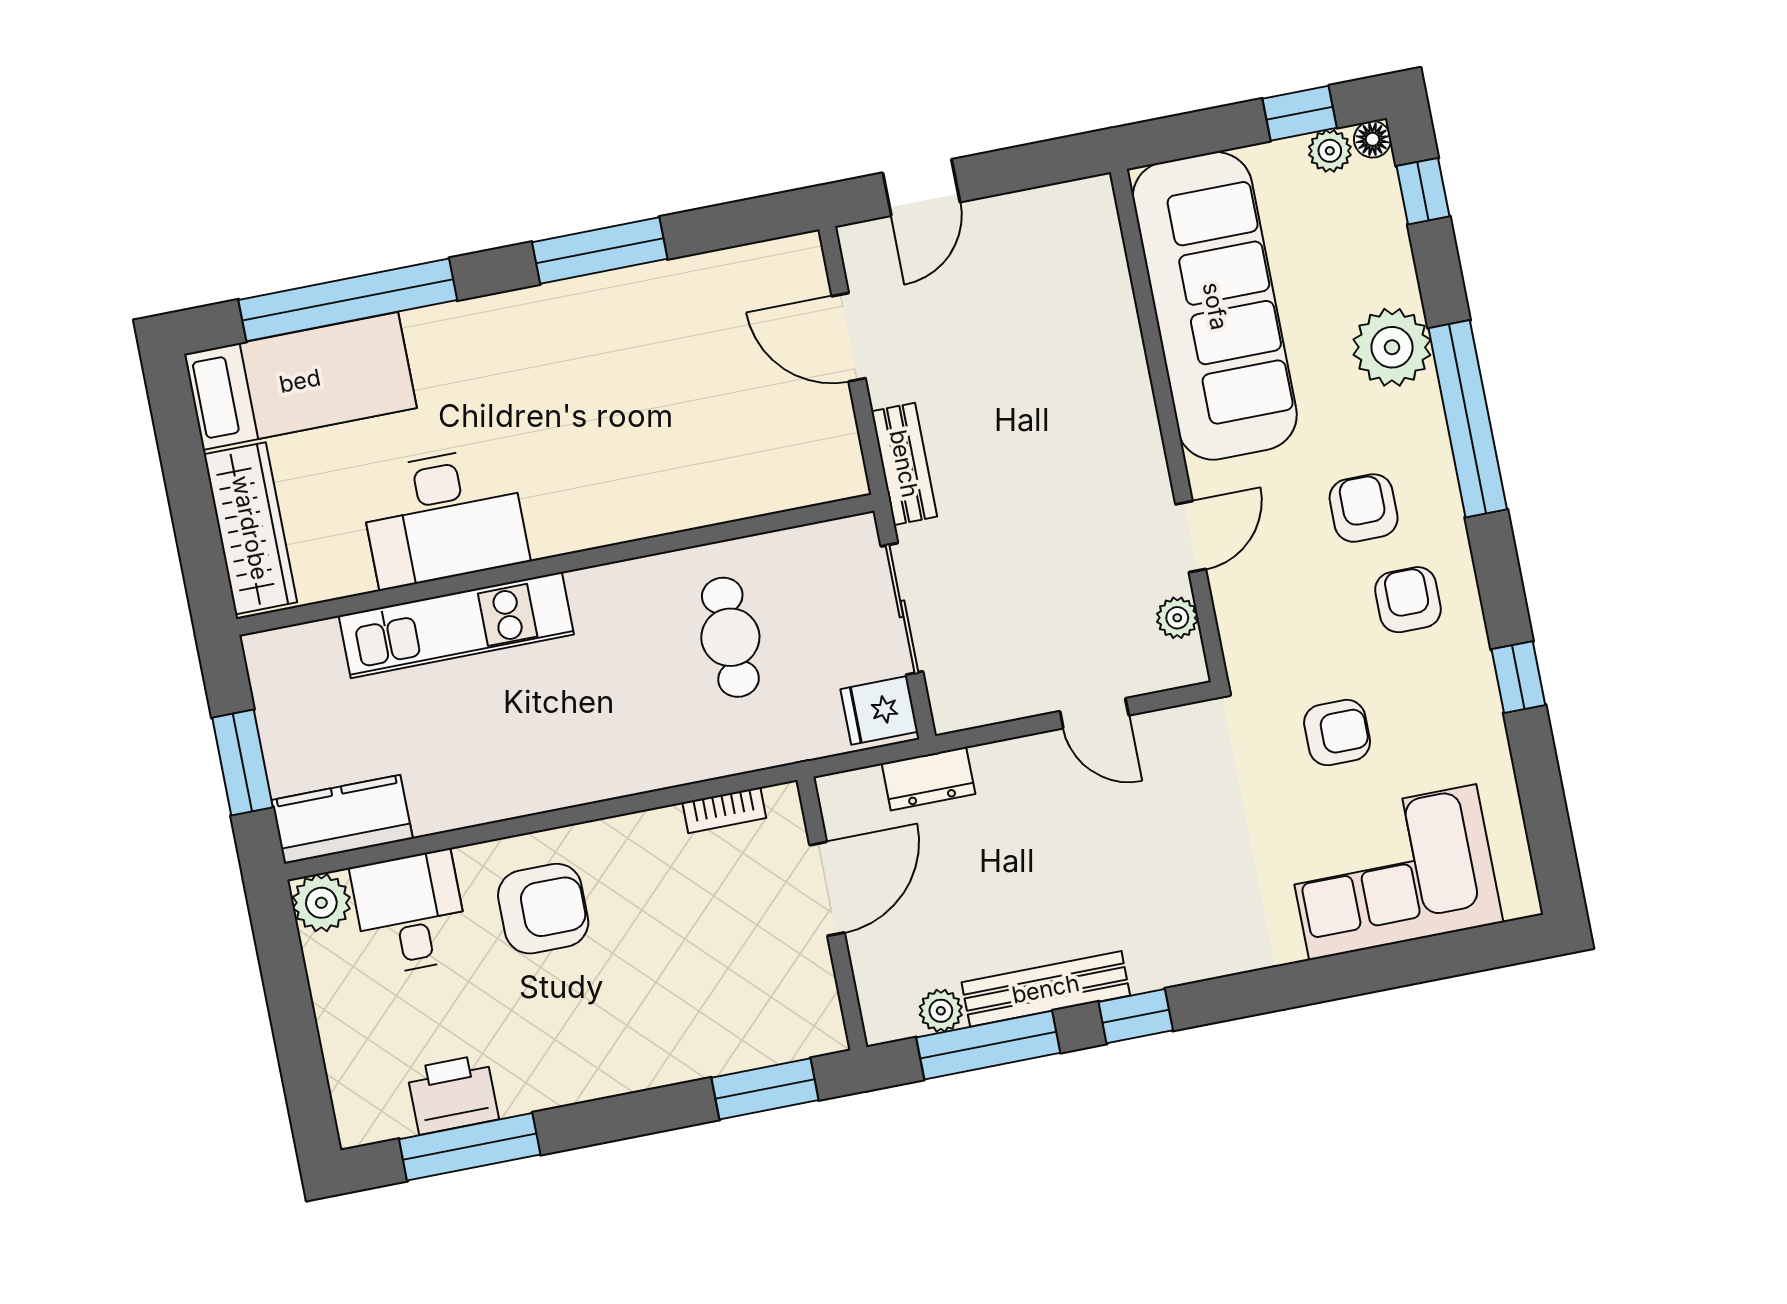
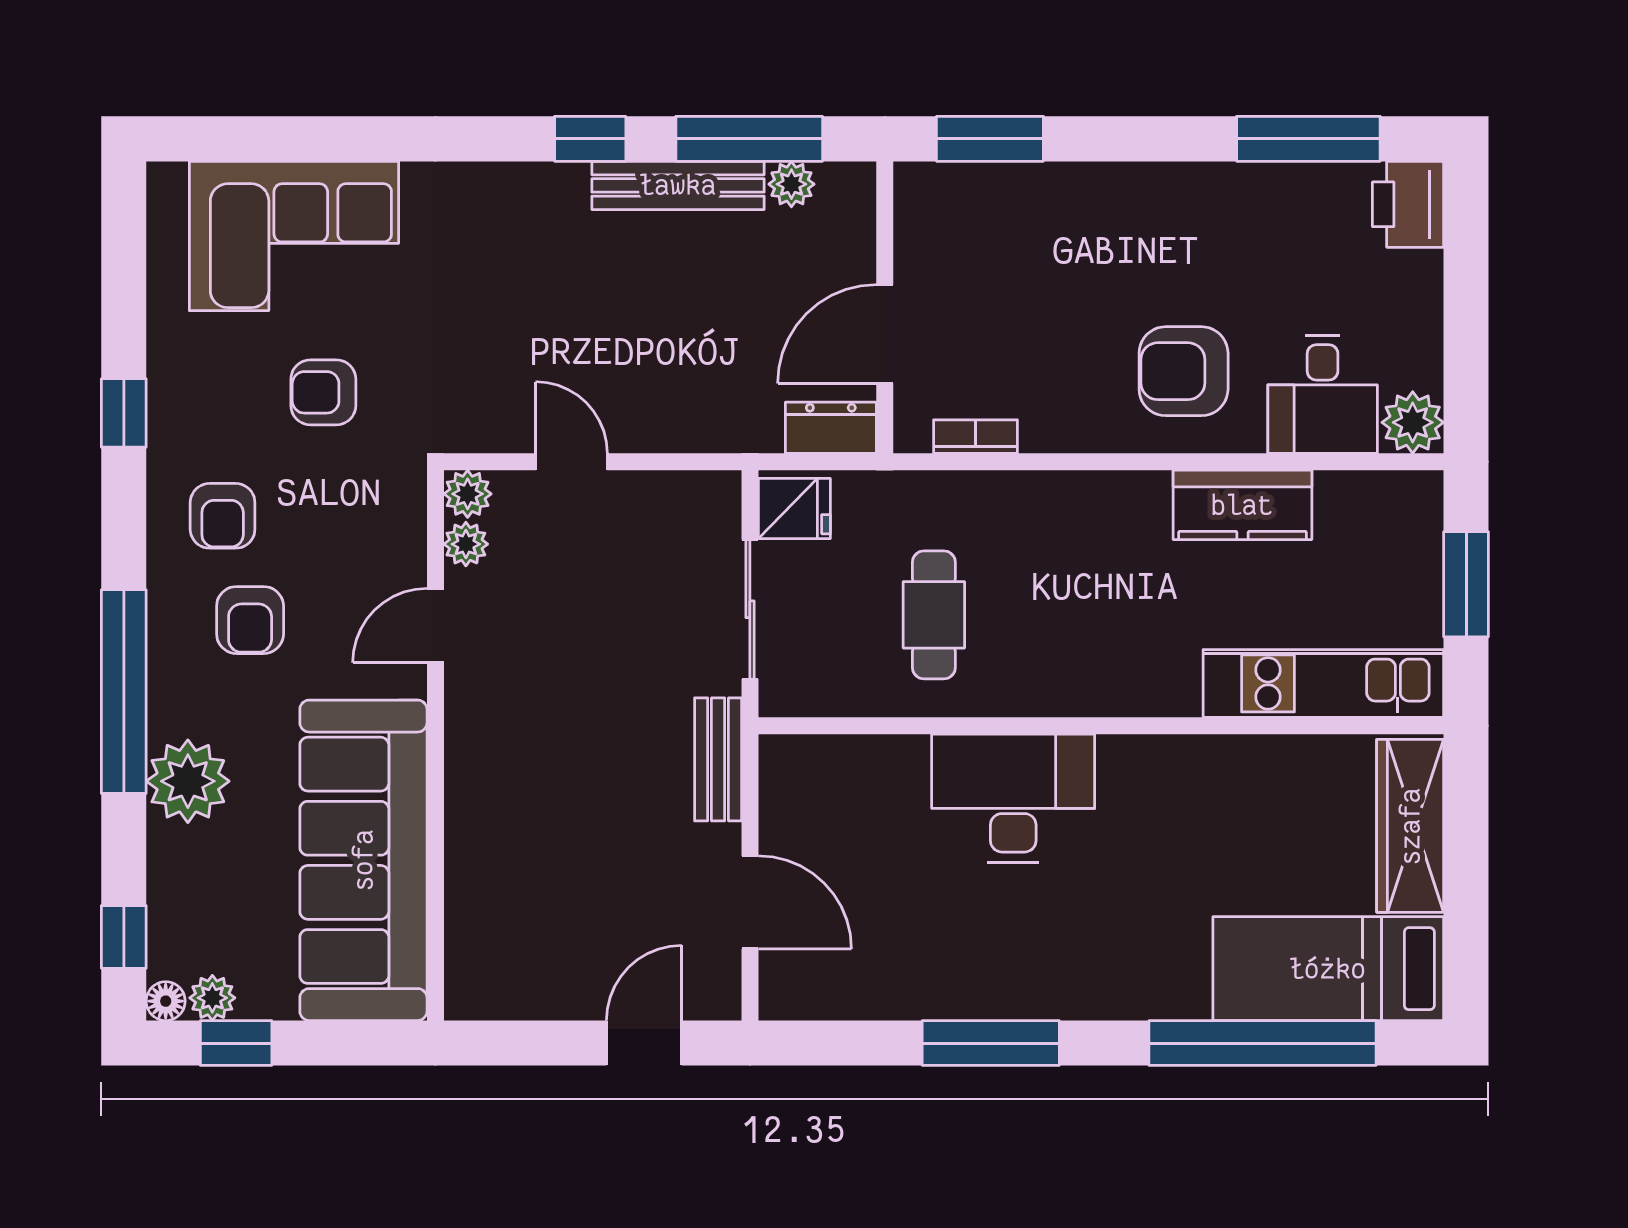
desk: (444, 517) -> (1013, 798), moved
kitchen unit: (456, 625) -> (1323, 683), moved
plant: (1185, 665) -> (468, 494), added
dresser: (928, 779) -> (831, 428), moved
kitchen counter: (342, 819) -> (1242, 505), moved
printer: (453, 1094) -> (1408, 204), moved, turned 90

